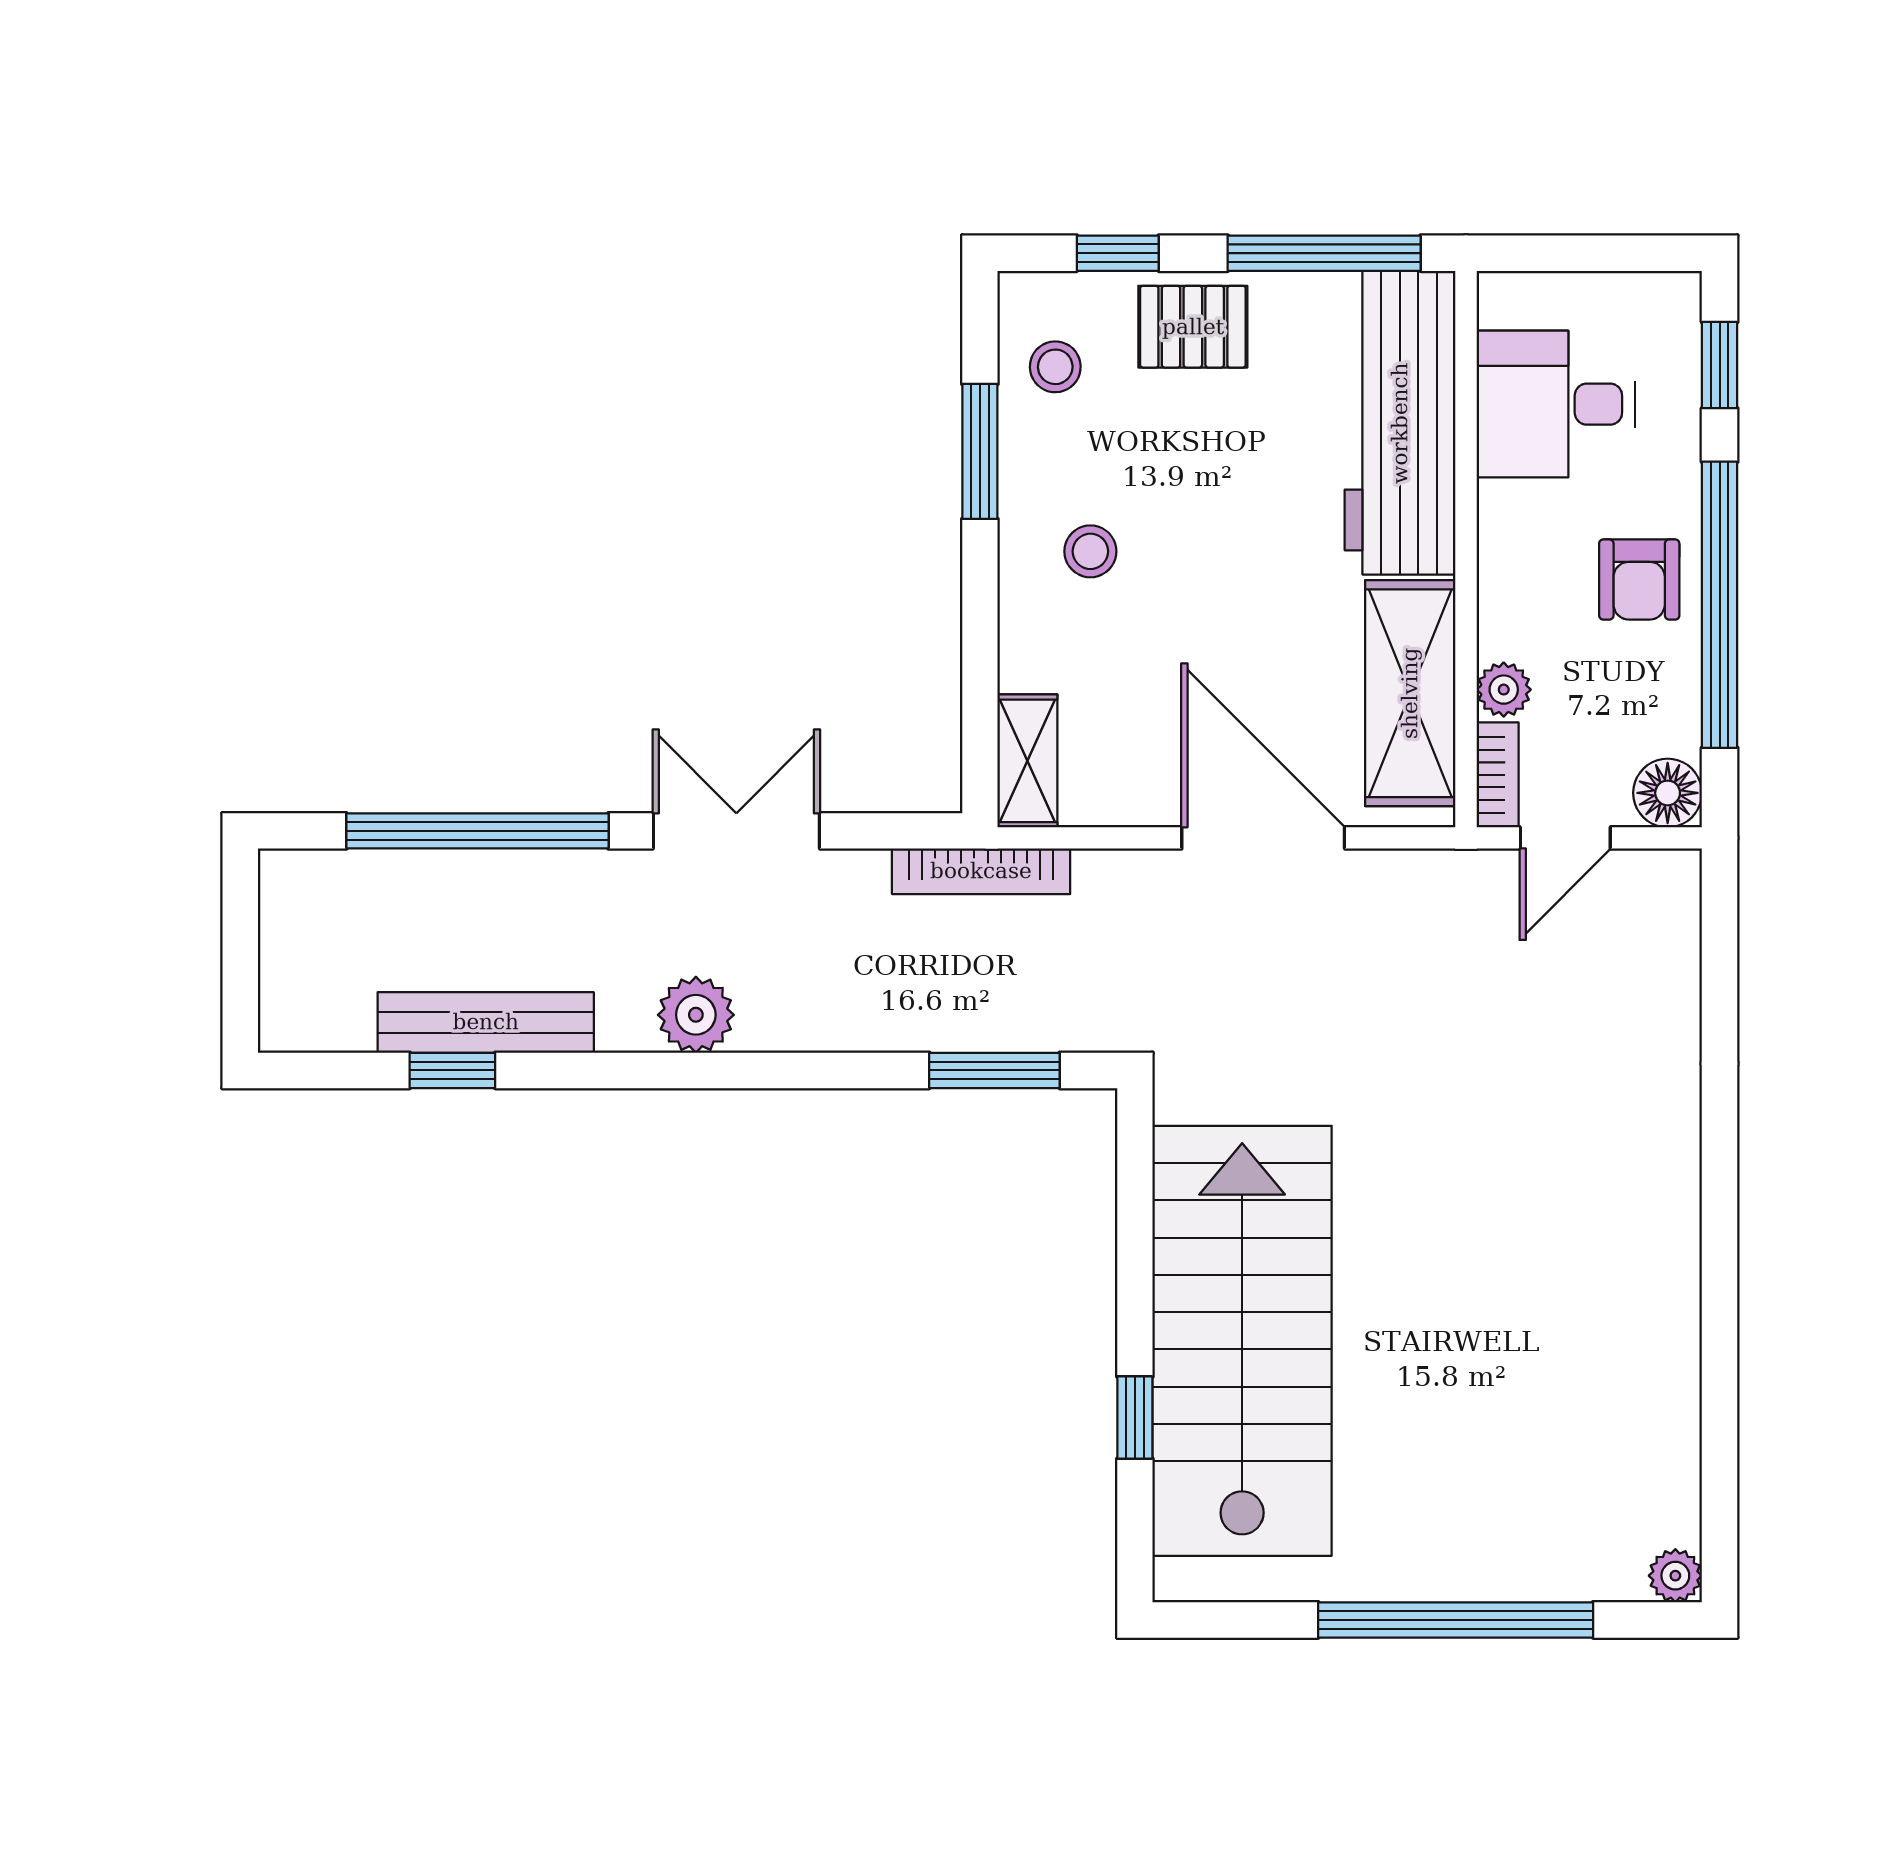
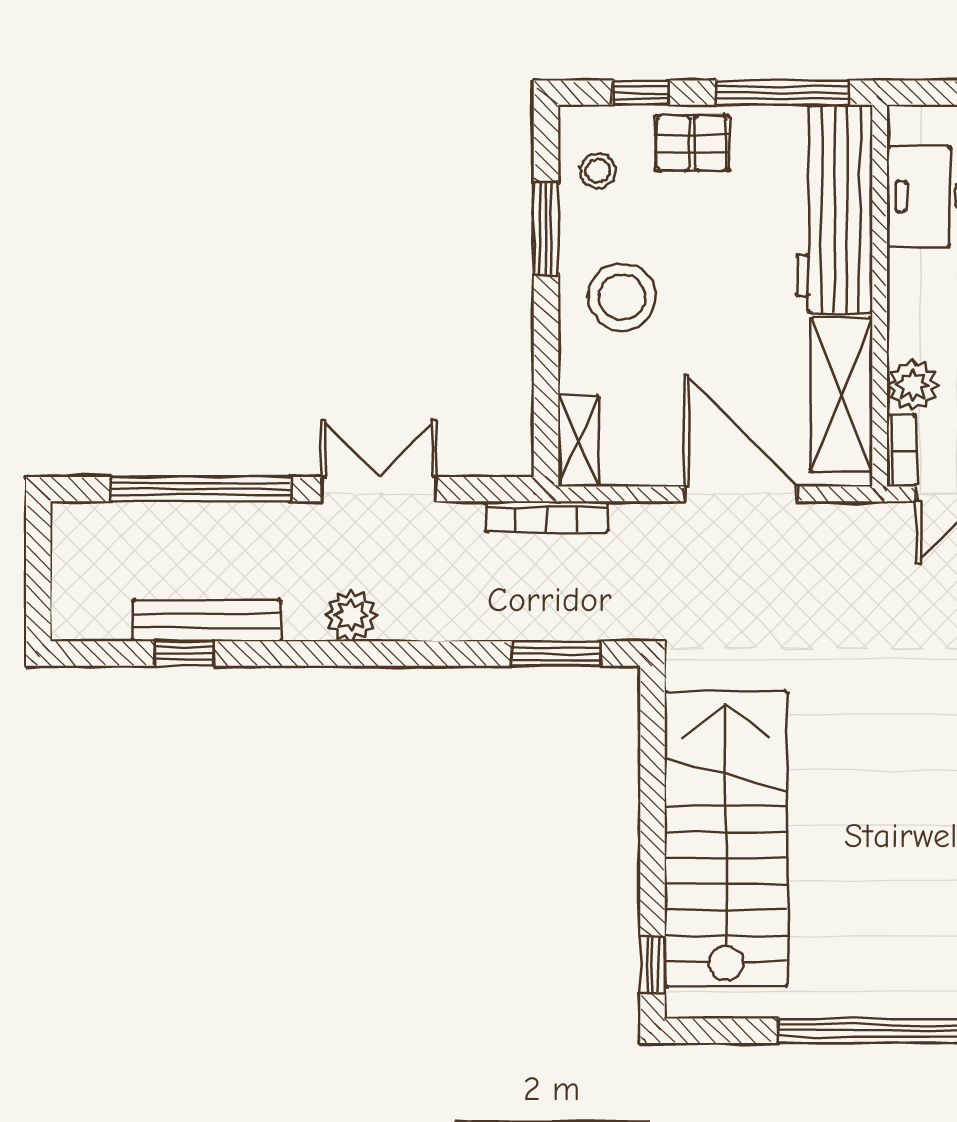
stool: (1090, 551) -> (622, 297), width x1.89, depth x1.89
plant: (1504, 690) -> (913, 385), width x1.38, depth x1.38
window: (1135, 1418) -> (652, 965), moved

